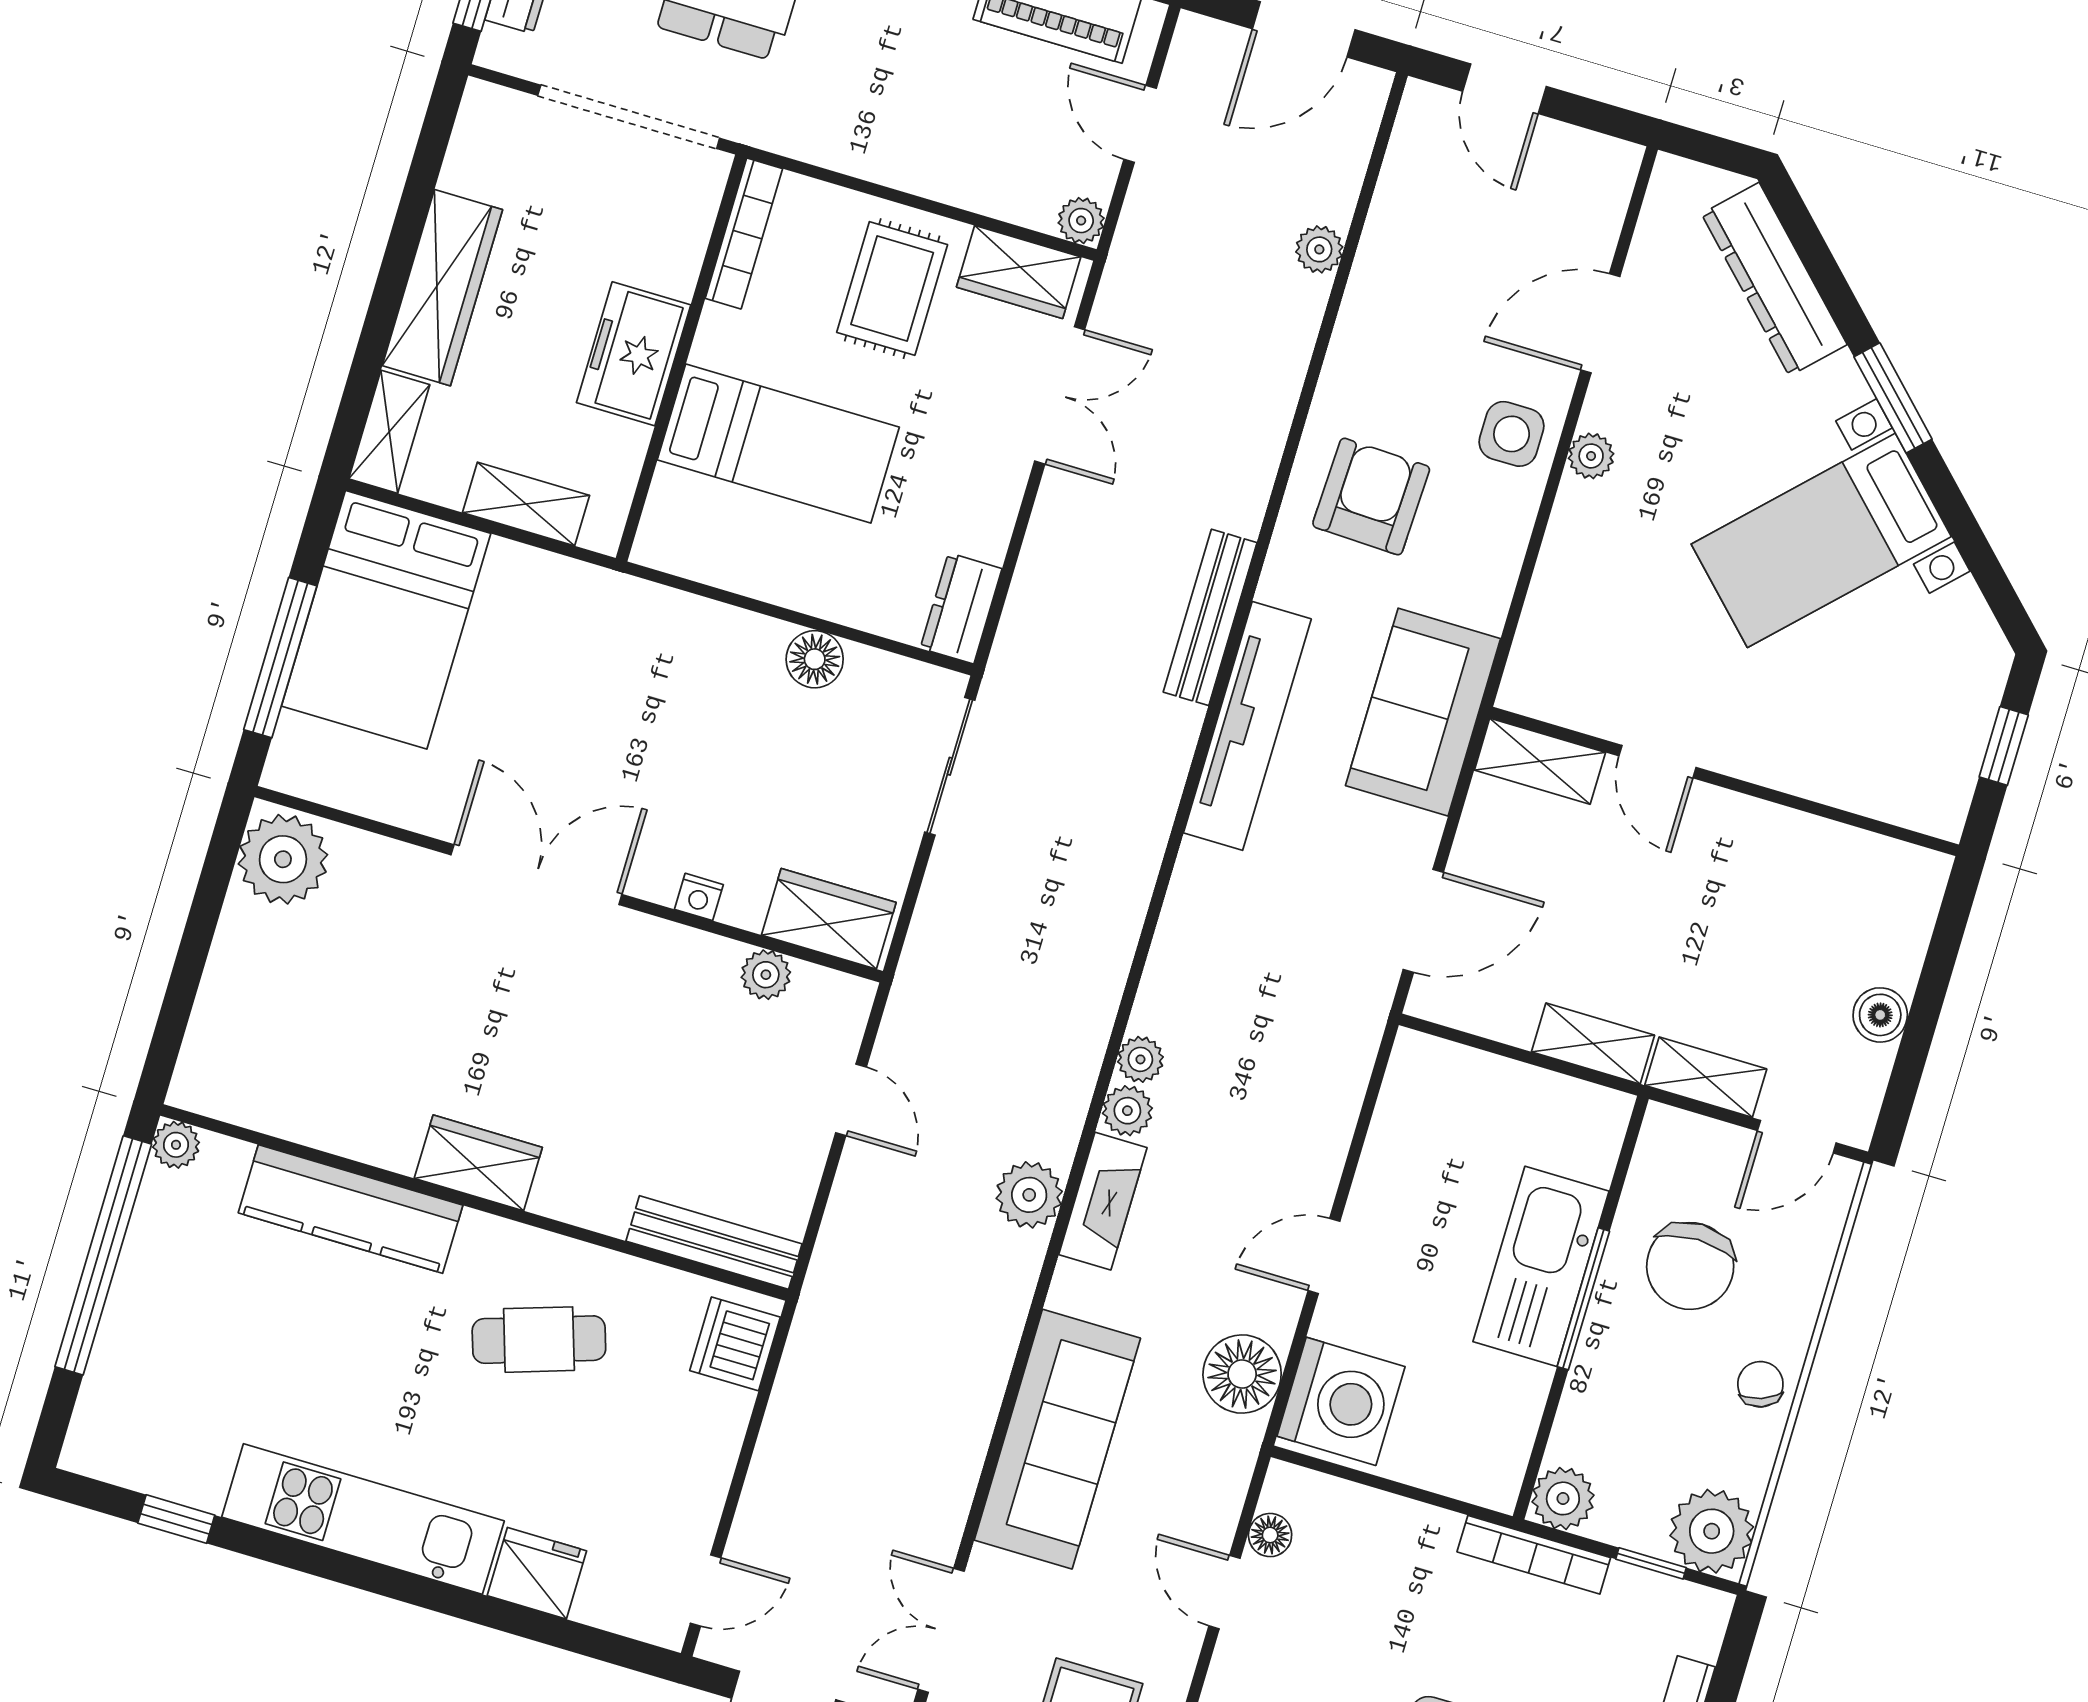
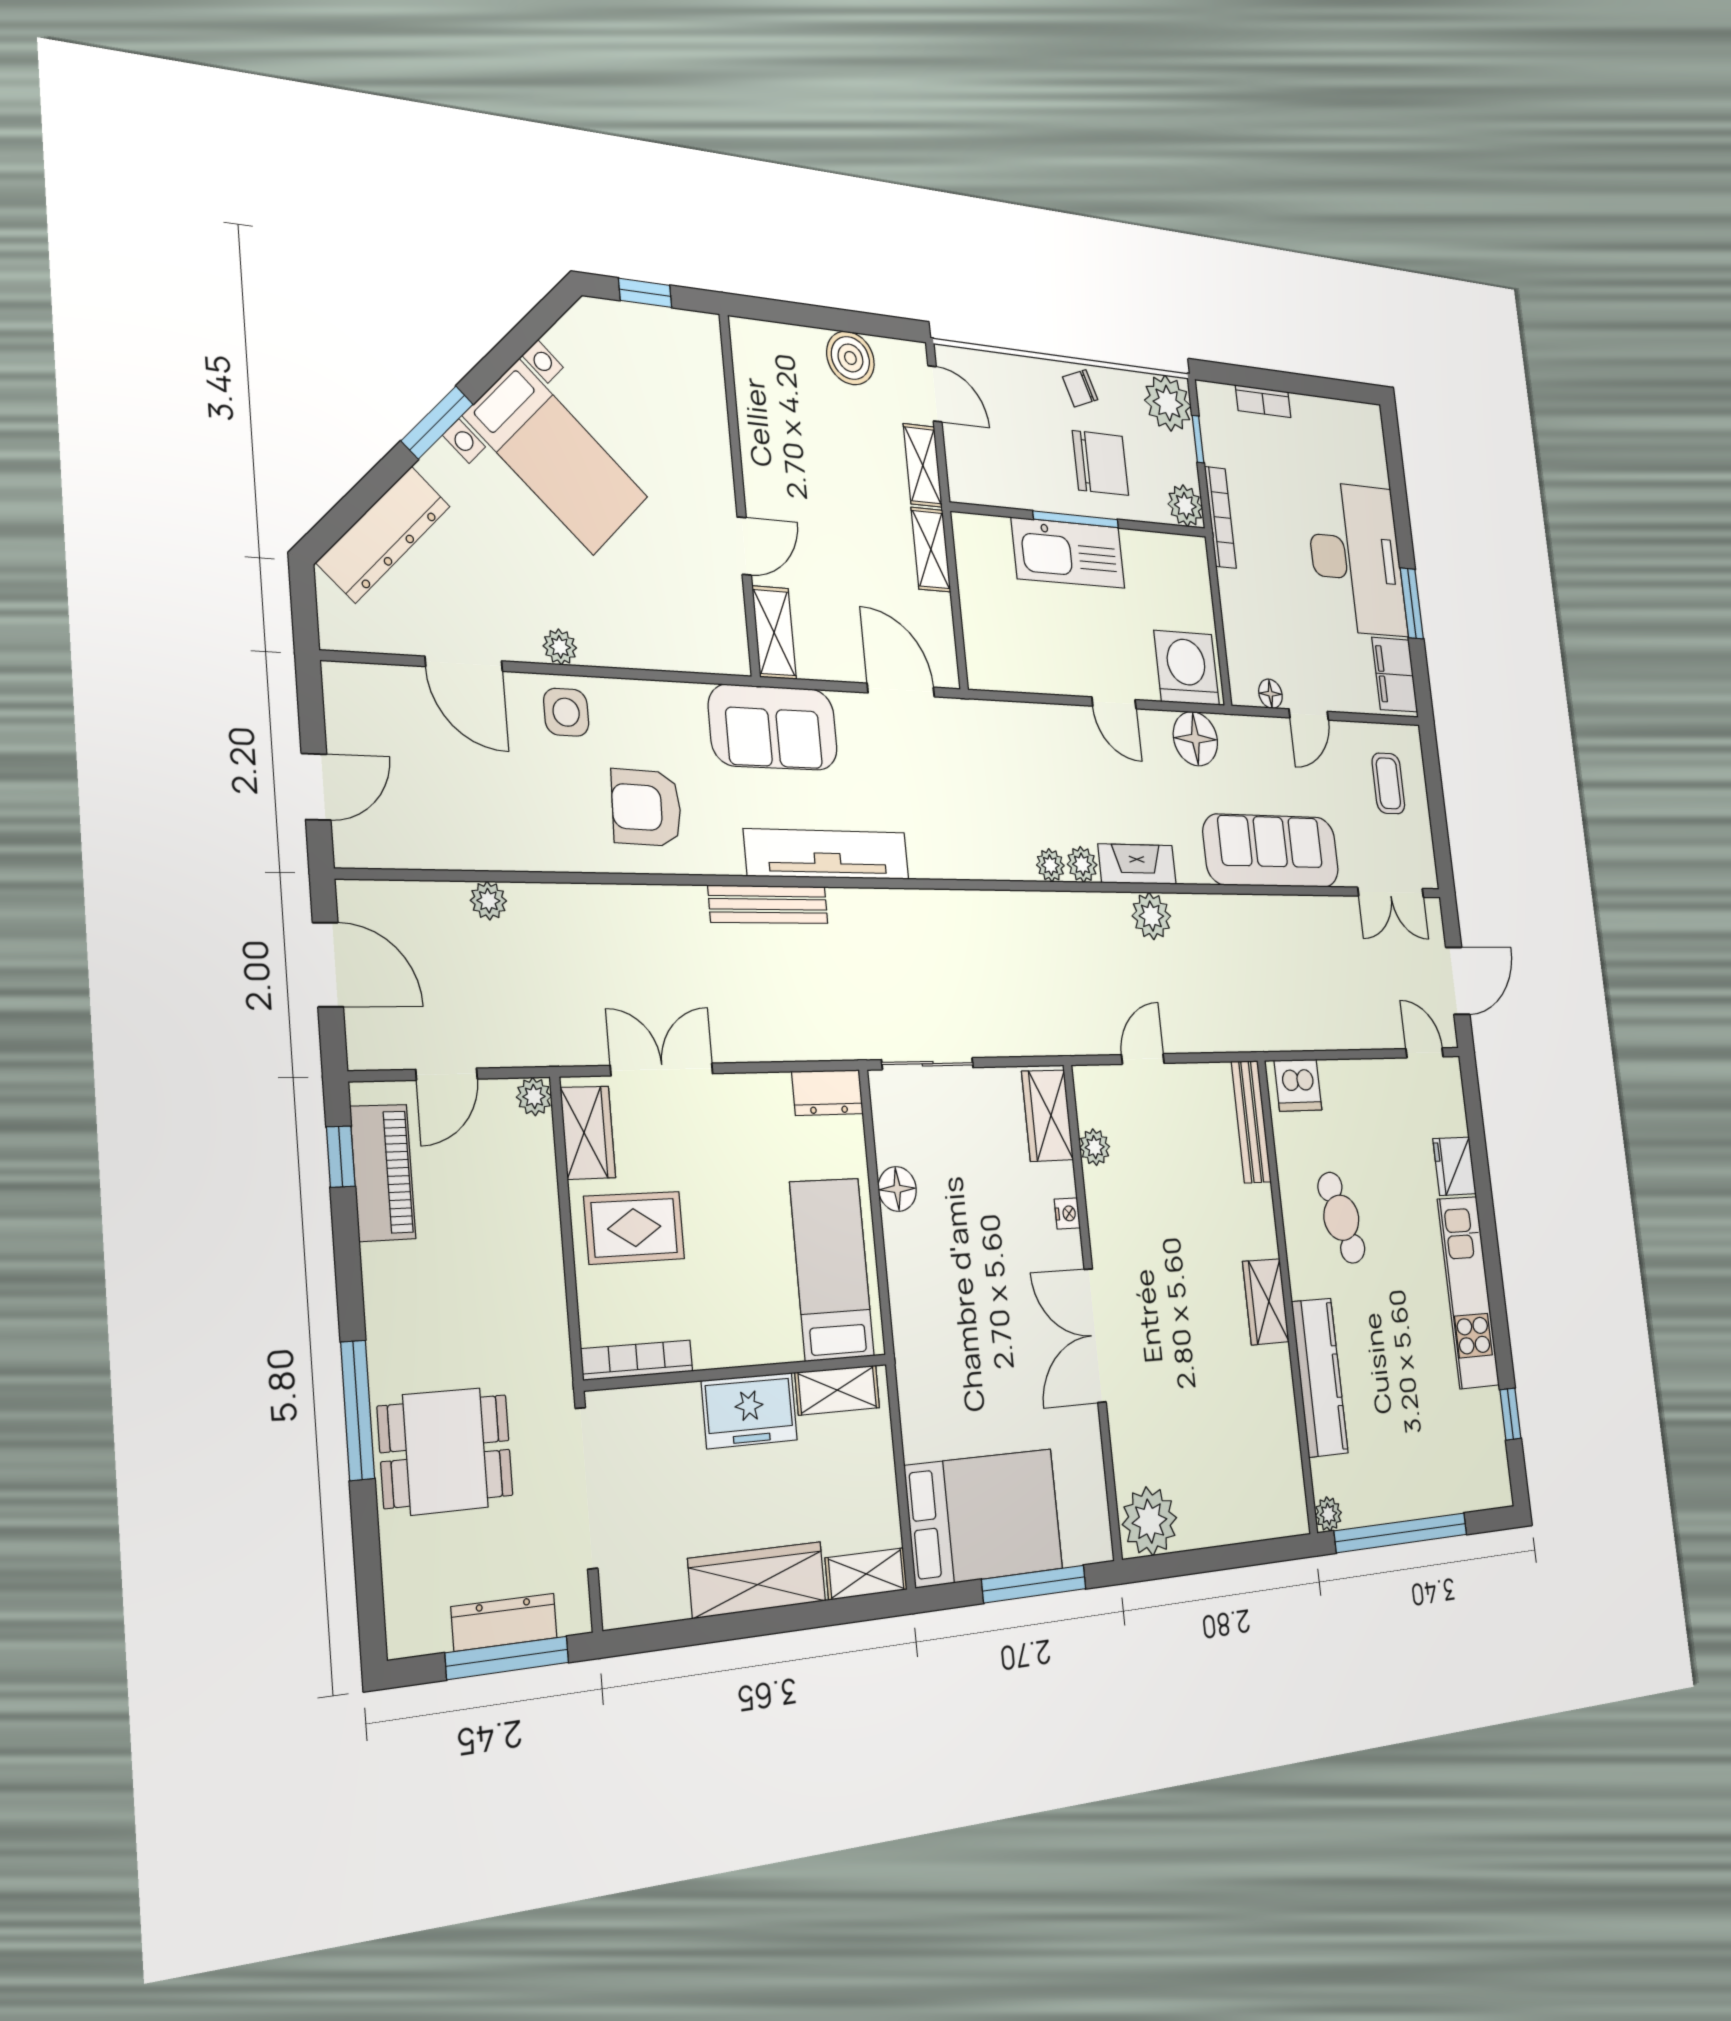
bed: (778, 443) -> (832, 1269), moved
shelving: (526, 504) -> (837, 1390), moved, turned 90
boiler: (1880, 1015) -> (850, 358), width x1.36, depth x1.36
chair: (1690, 1266) -> (1100, 463), moved

